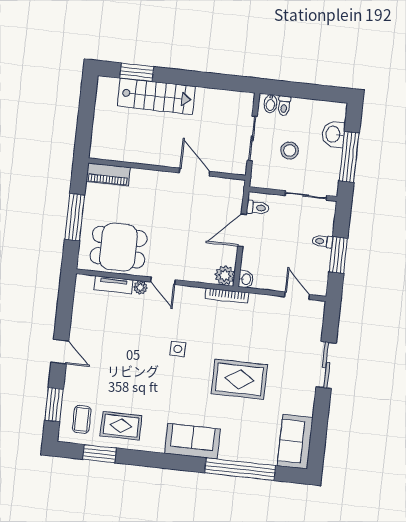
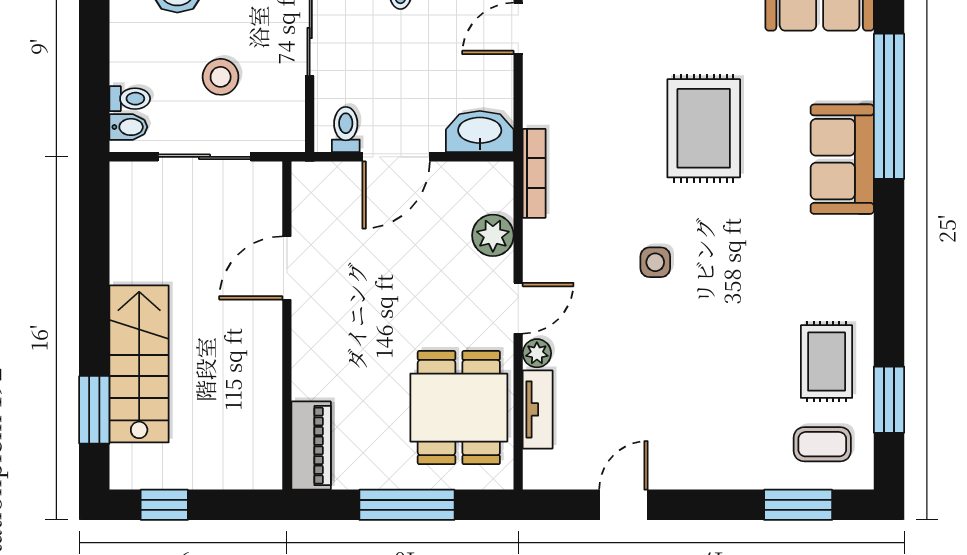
window: (87, 101) -> (164, 505), added
door: (242, 230) -> (396, 157), hinge flipped
plant: (225, 275) -> (493, 235), moved
washbasin: (246, 279) -> (480, 132), width x1.91, depth x1.45
door: (60, 352) -> (623, 505), moved
sofa: (192, 441) -> (842, 159), moved

